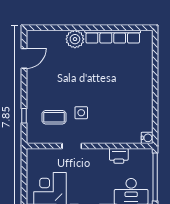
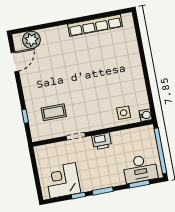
plant: (75, 39) -> (31, 40), moved
side table: (81, 113) -> (124, 113), moved
printer: (119, 156) -> (102, 141), moved

